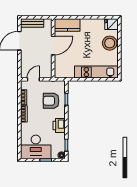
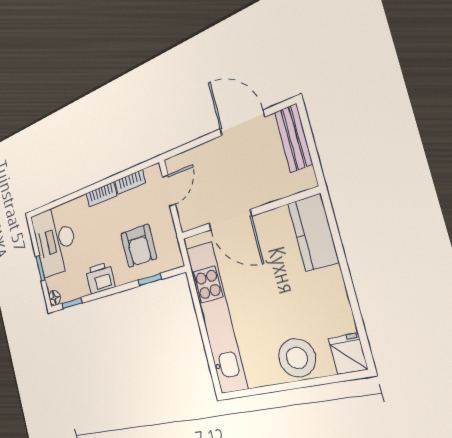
door: (53, 45) -> (230, 220), moved
kitchen unit: (96, 72) -> (216, 318), width x1.36
door: (33, 79) -> (169, 190), hinge flipped
armchair: (51, 101) -> (139, 246), turned 180

